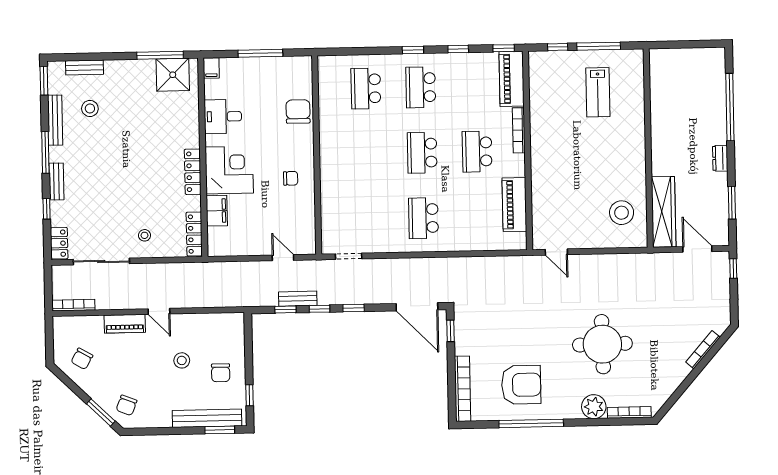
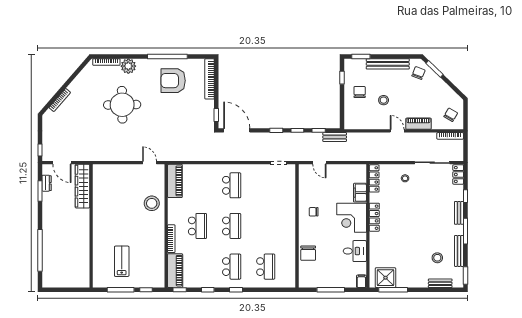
dresser: (720, 158) -> (47, 183), moved
piano: (514, 205) -> (175, 181), moved
stool: (622, 213) -> (152, 203), moved
bench: (298, 299) -> (335, 137), moved
chair: (82, 359) -> (451, 115), moved
bench: (207, 418) -> (388, 64), moved

